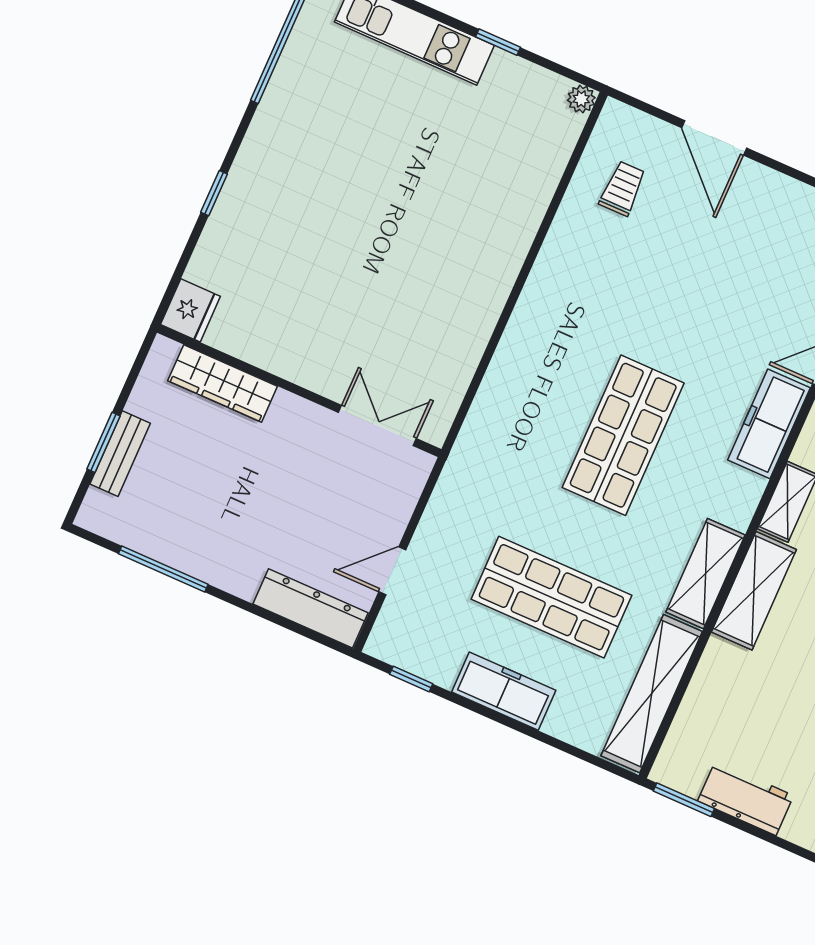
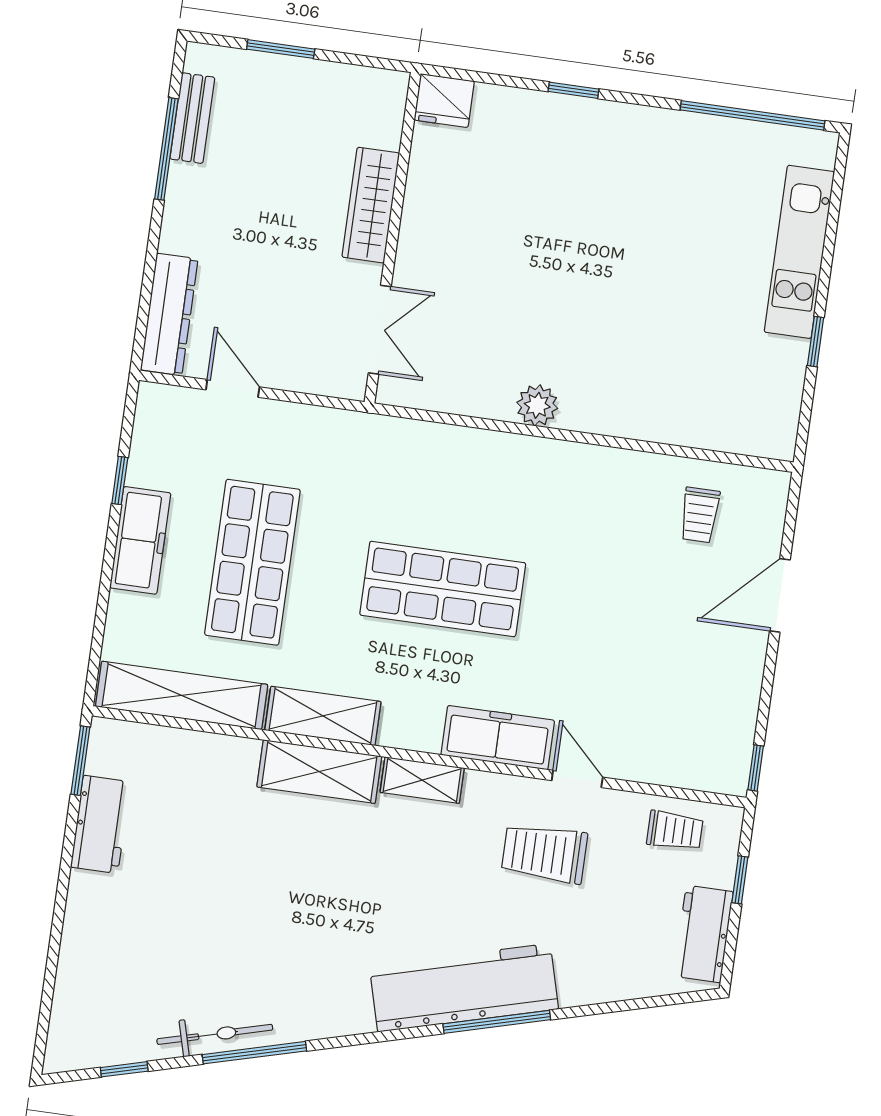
plant: (581, 99) -> (537, 405), moved, width x1.38, depth x1.38
trolley: (622, 189) -> (700, 515), turned 90
wardrobe: (223, 383) -> (371, 205), moved
bench: (120, 454) -> (192, 118), moved, turned 90
window: (411, 679) -> (120, 480), moved

